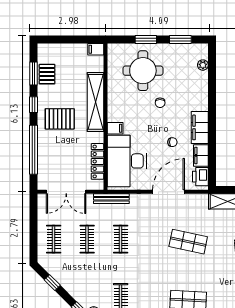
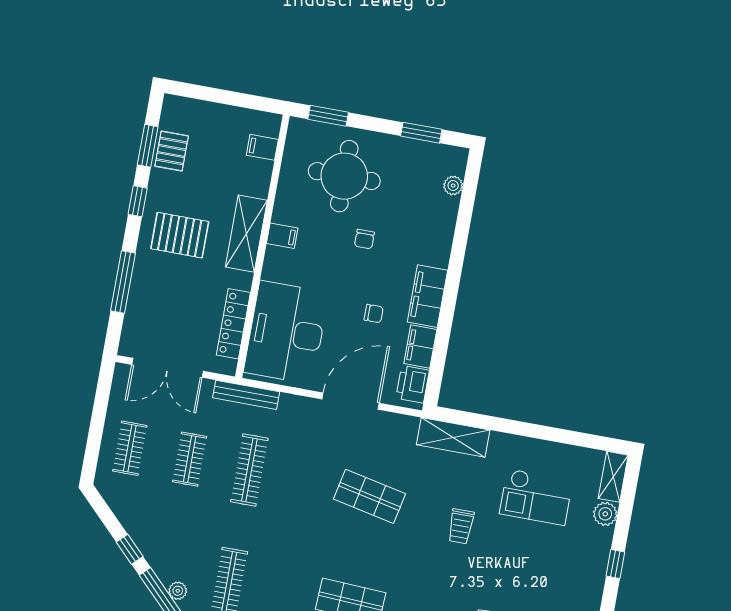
window: (146, 40) -> (328, 116), moved
filing cabinet: (96, 49) -> (262, 147), moved
shelving: (96, 102) -> (246, 234), width x0.68
filing cabinet: (115, 128) -> (282, 236), moved
window: (34, 150) -> (123, 282), width x0.68
clothes rail: (121, 239) -> (249, 470), width x1.36
window: (52, 283) -> (130, 549), moved

